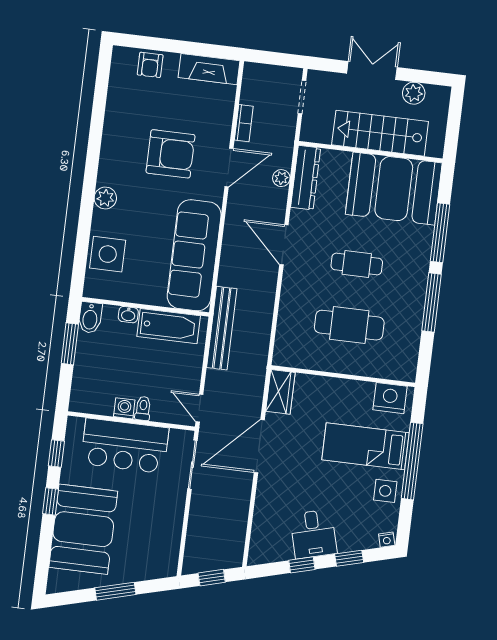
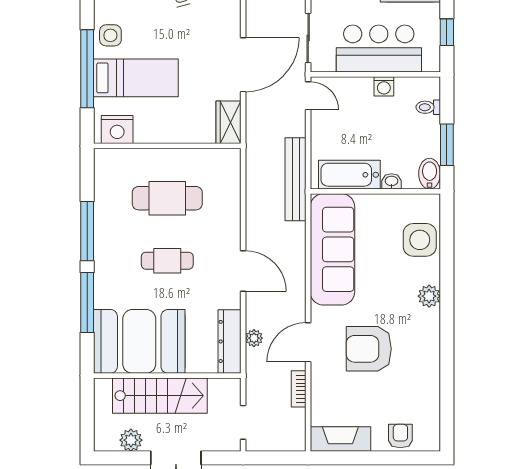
toilet: (143, 408) -> (428, 107), moved, turned 90

